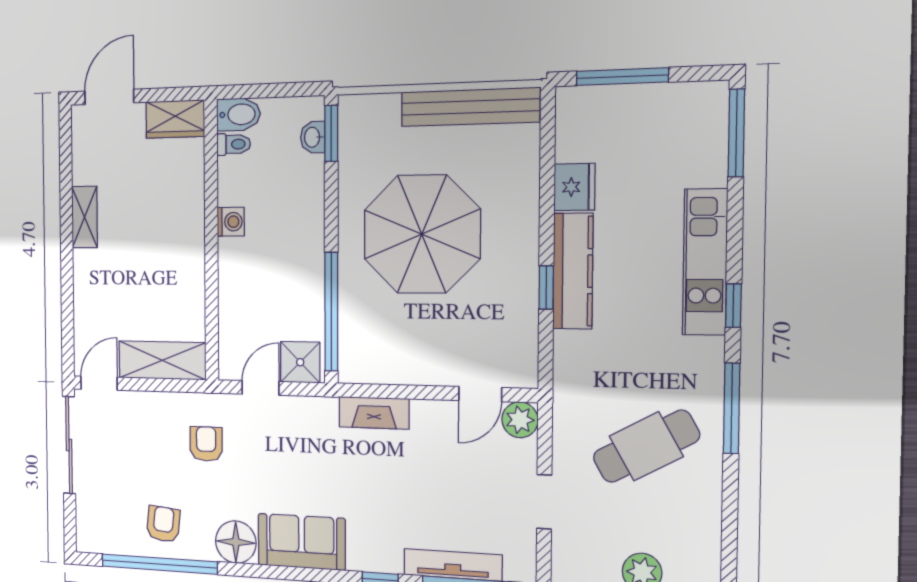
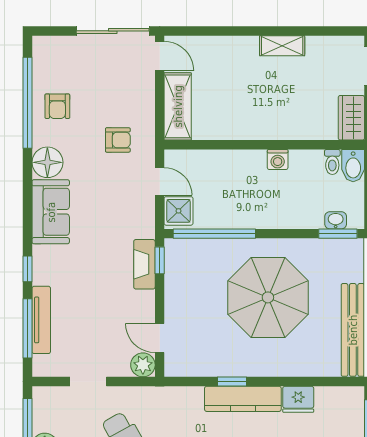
window: (369, 391) -> (160, 260), added
armchair: (163, 524) -> (57, 106), turned 84

